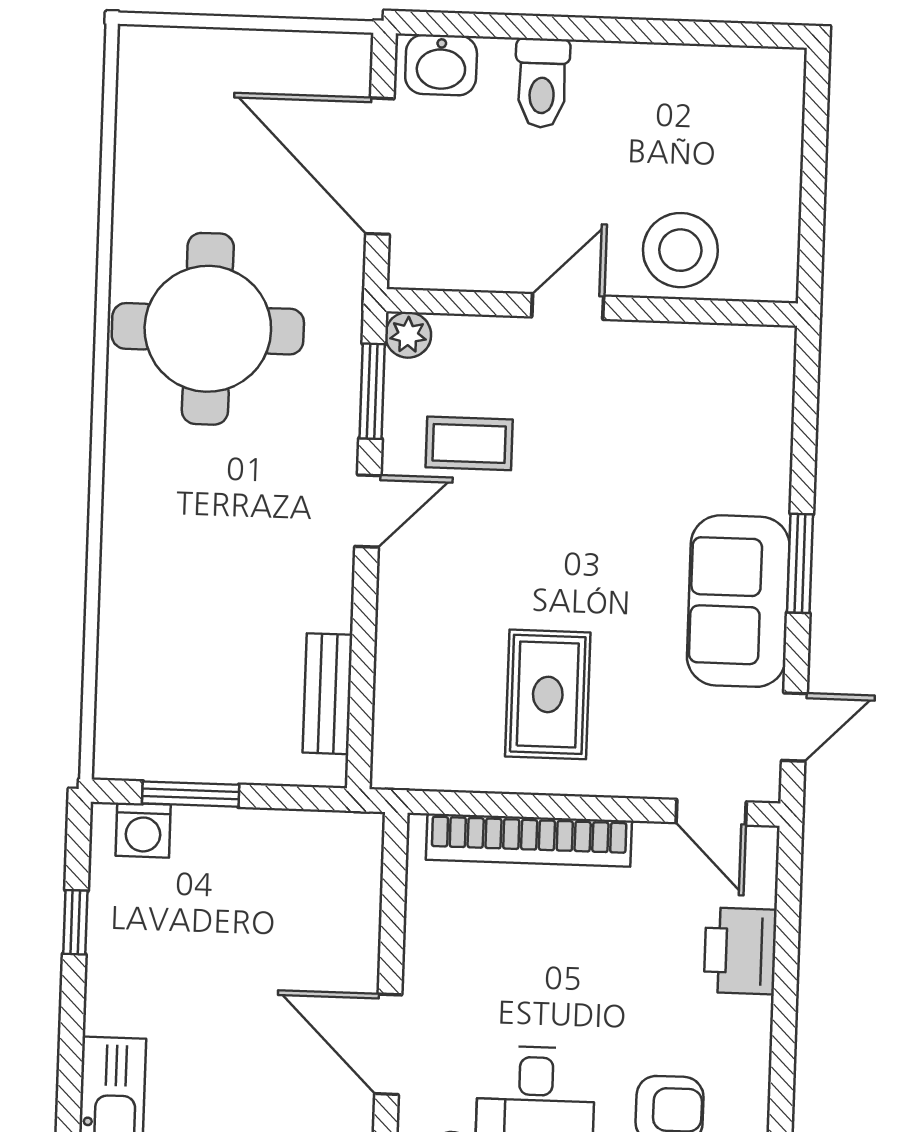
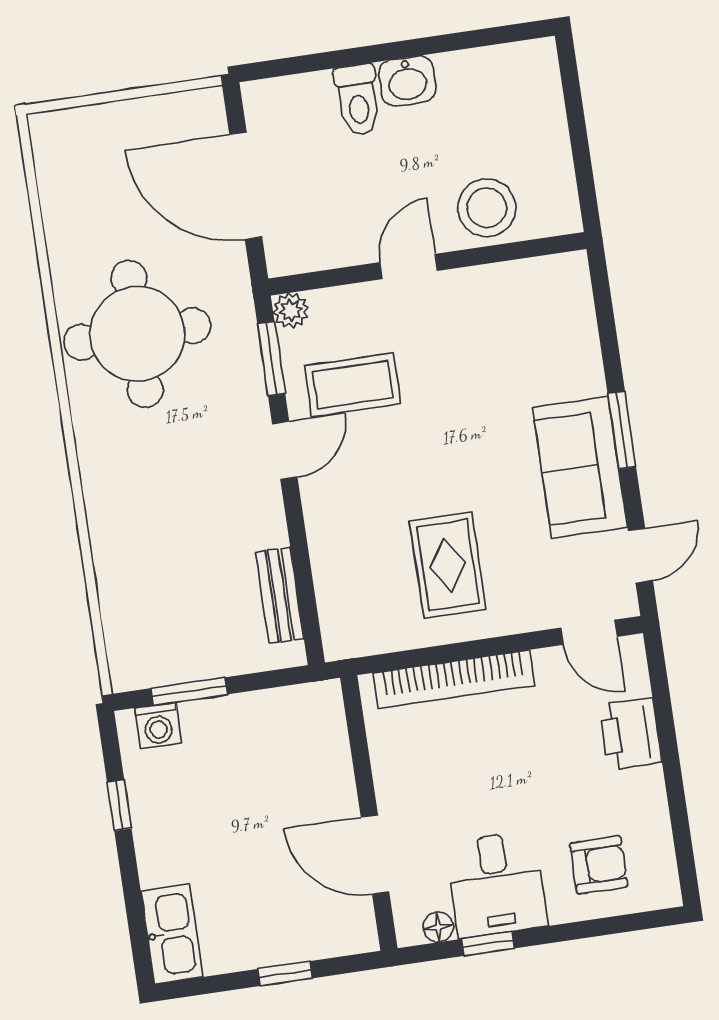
washbasin: (441, 65) -> (407, 81), moved
coffee table: (469, 443) -> (353, 385), width x1.36, depth x1.30

